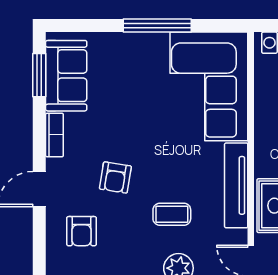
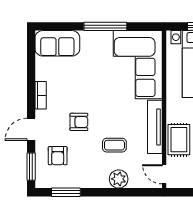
window: (39, 75) -> (31, 167), moved
sofa: (66, 76) -> (57, 43), moved, turned 90
armchair: (115, 177) -> (79, 122), turned -99

